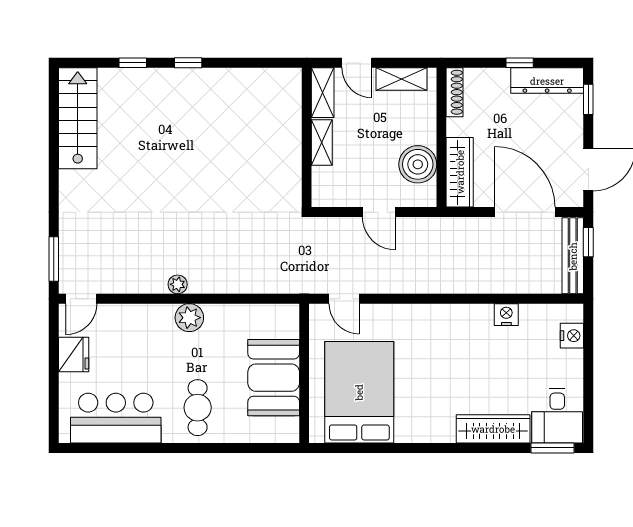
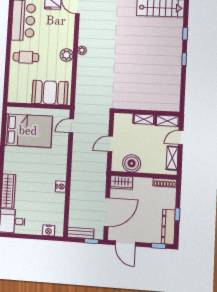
wardrobe: (460, 172) -> (121, 182), width x0.67
bench: (573, 256) -> (81, 233), width x0.73
nightstand: (506, 315) -> (61, 187), moved
booth: (274, 378) -> (50, 93), moved

